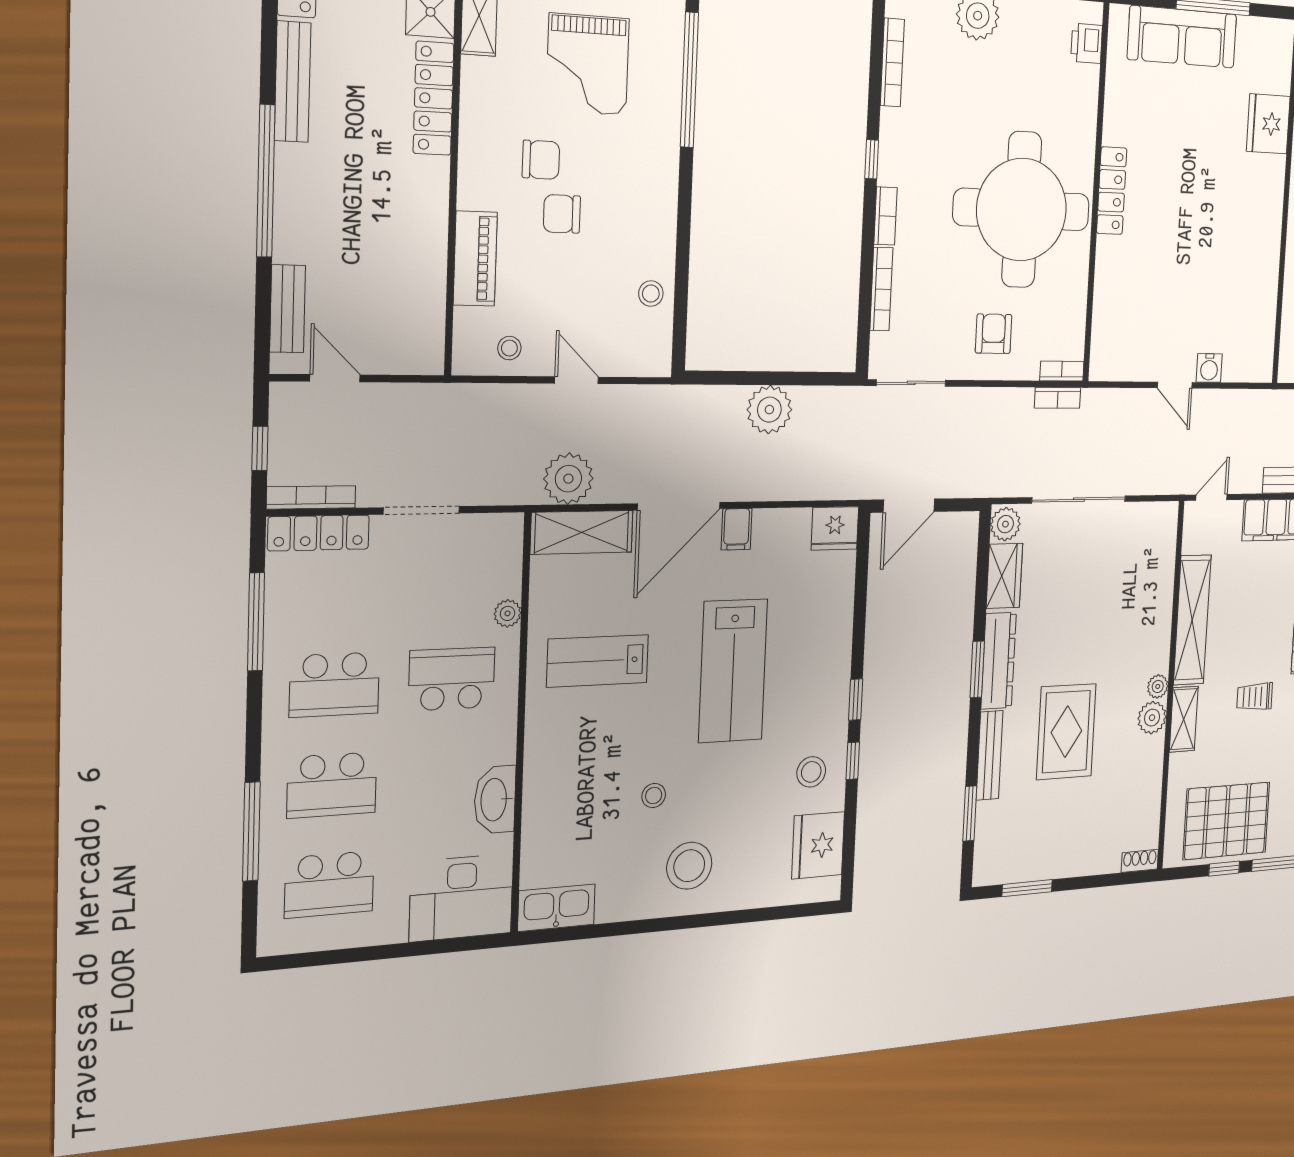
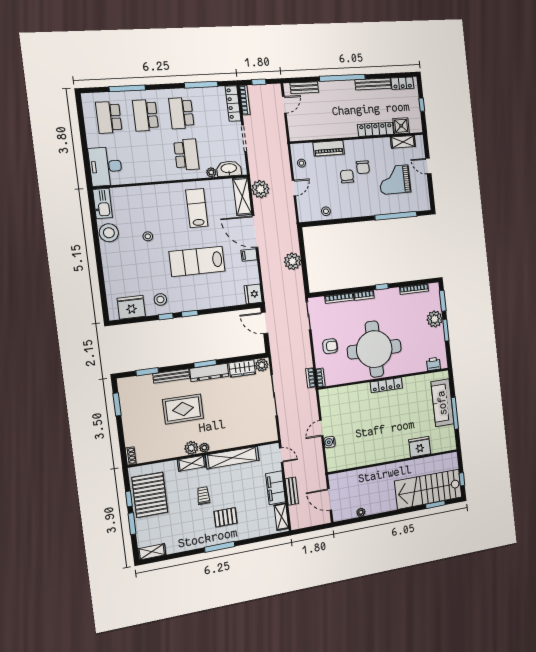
washbasin: (495, 800) -> (229, 169), moved
stool: (689, 866) -> (109, 233), moved

